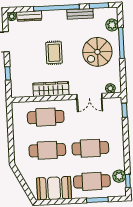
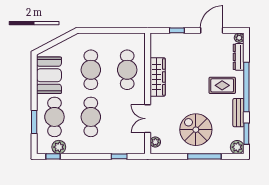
plant: (112, 25) -> (237, 147), moved
rug: (54, 53) -> (222, 85), moved
window: (124, 110) -> (119, 156), moved

